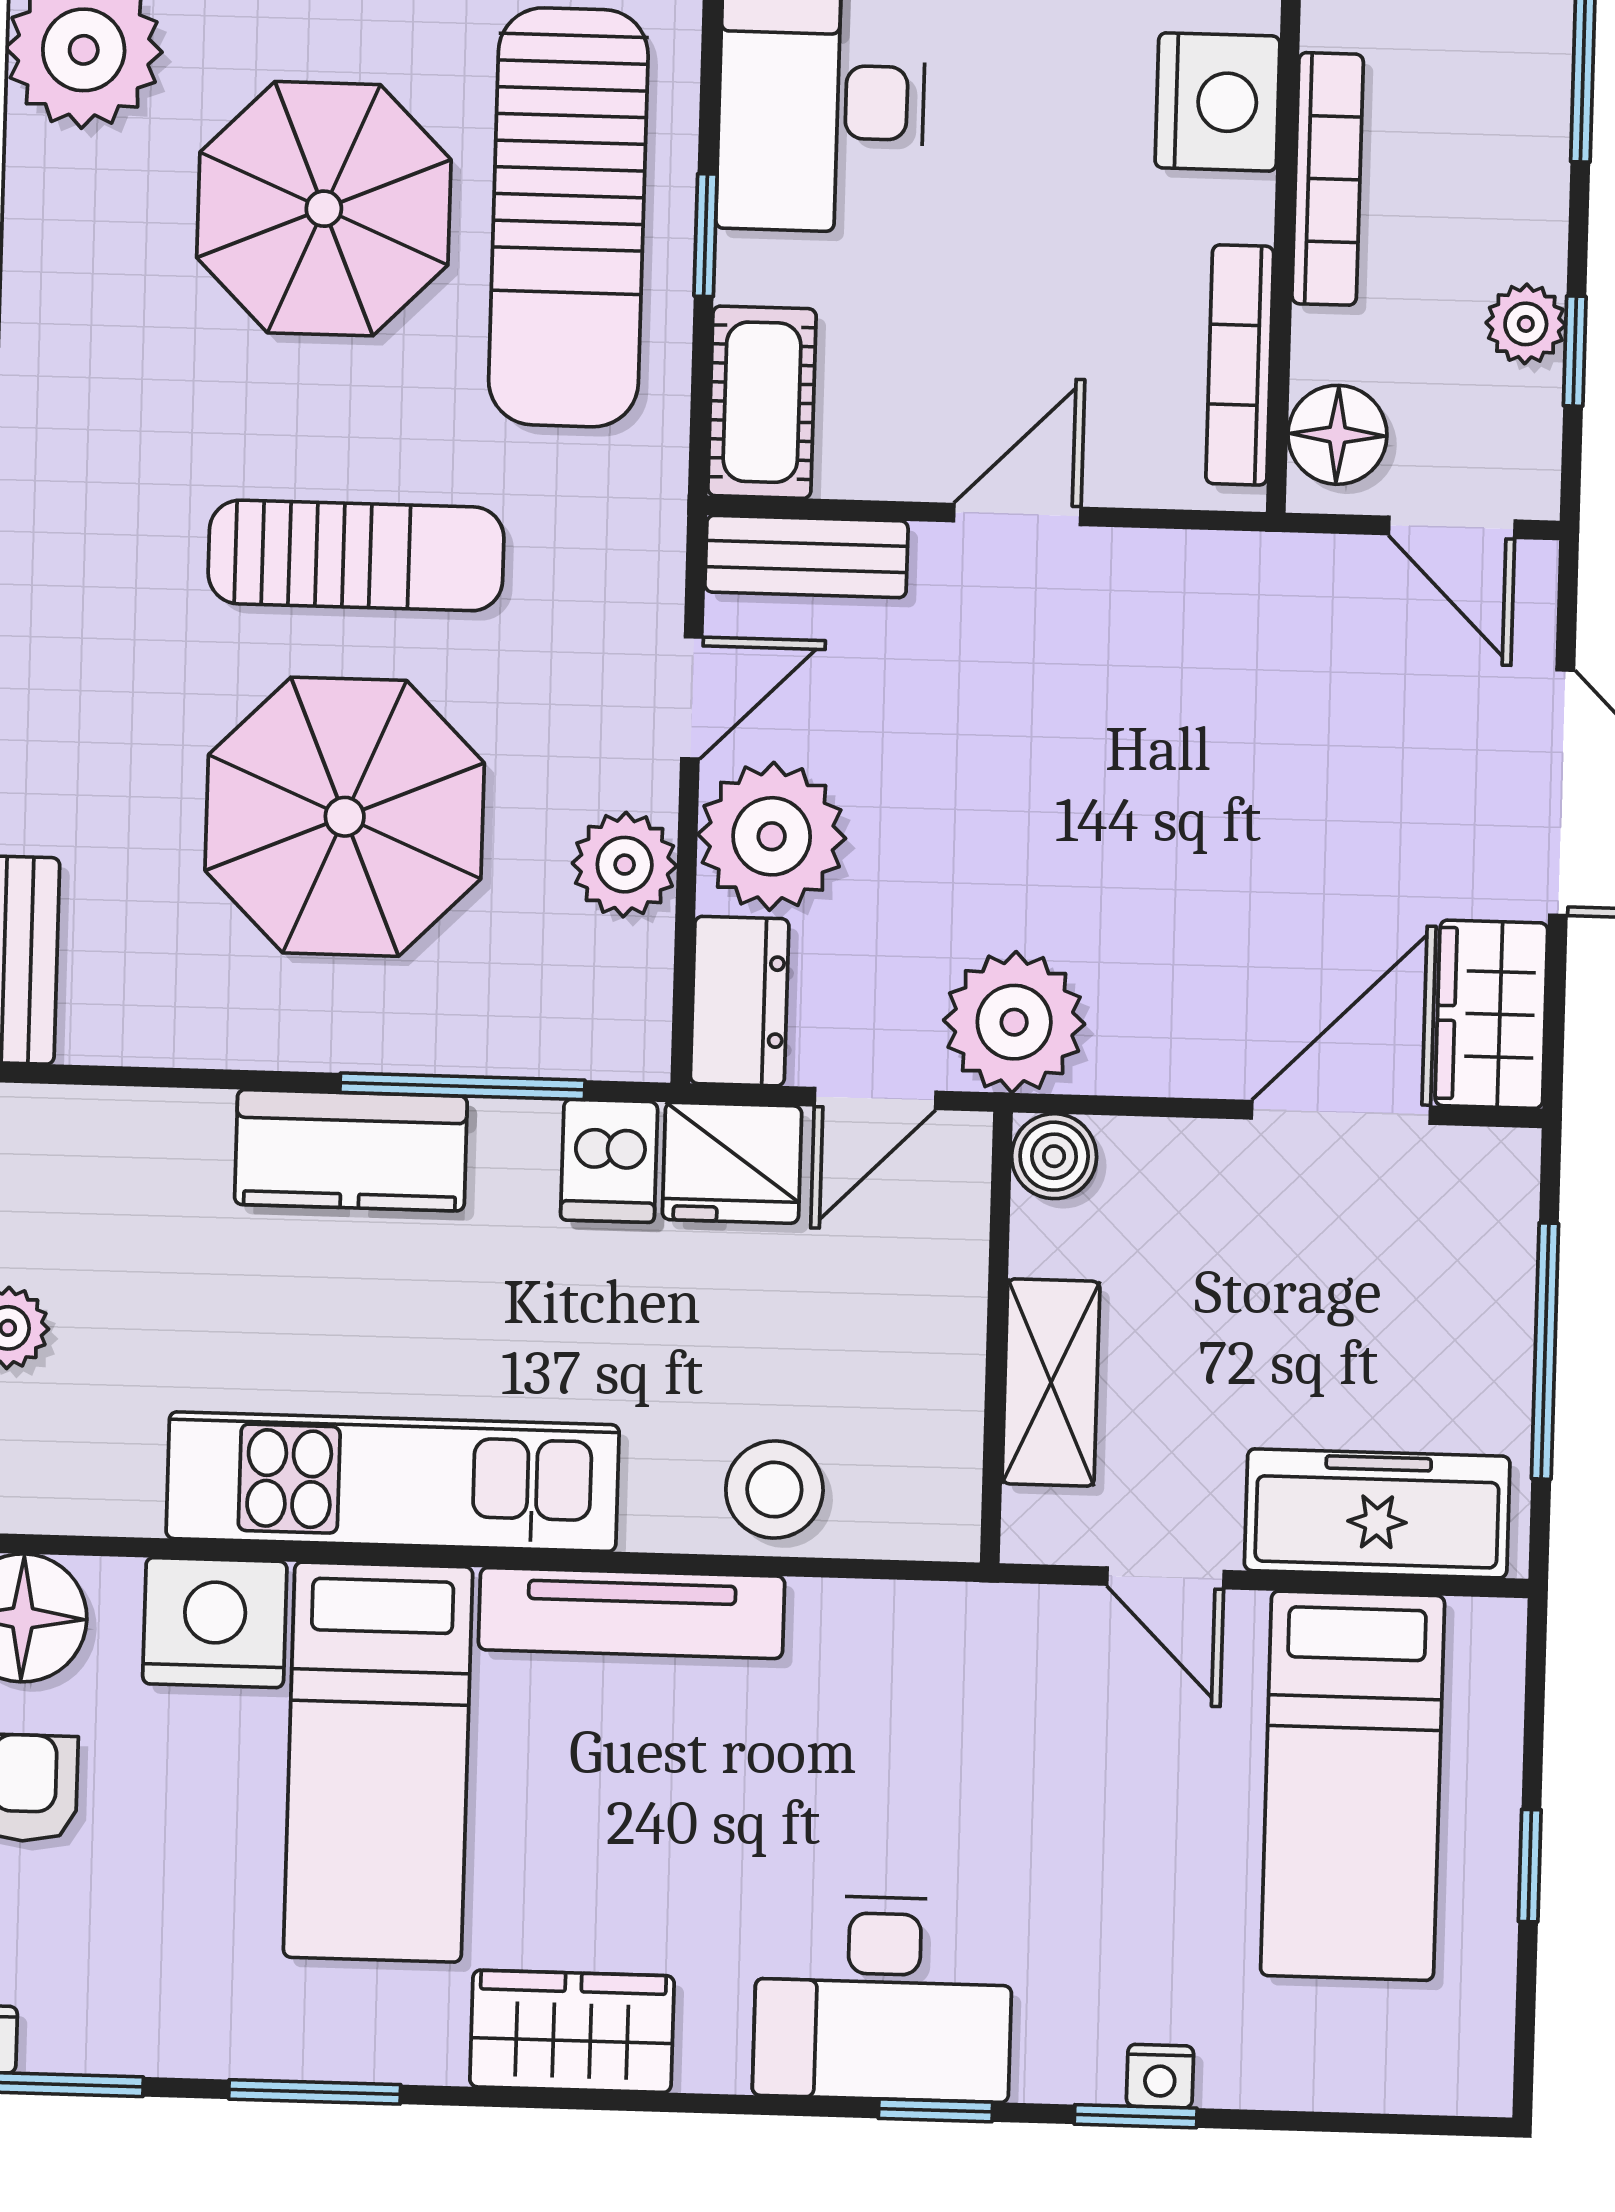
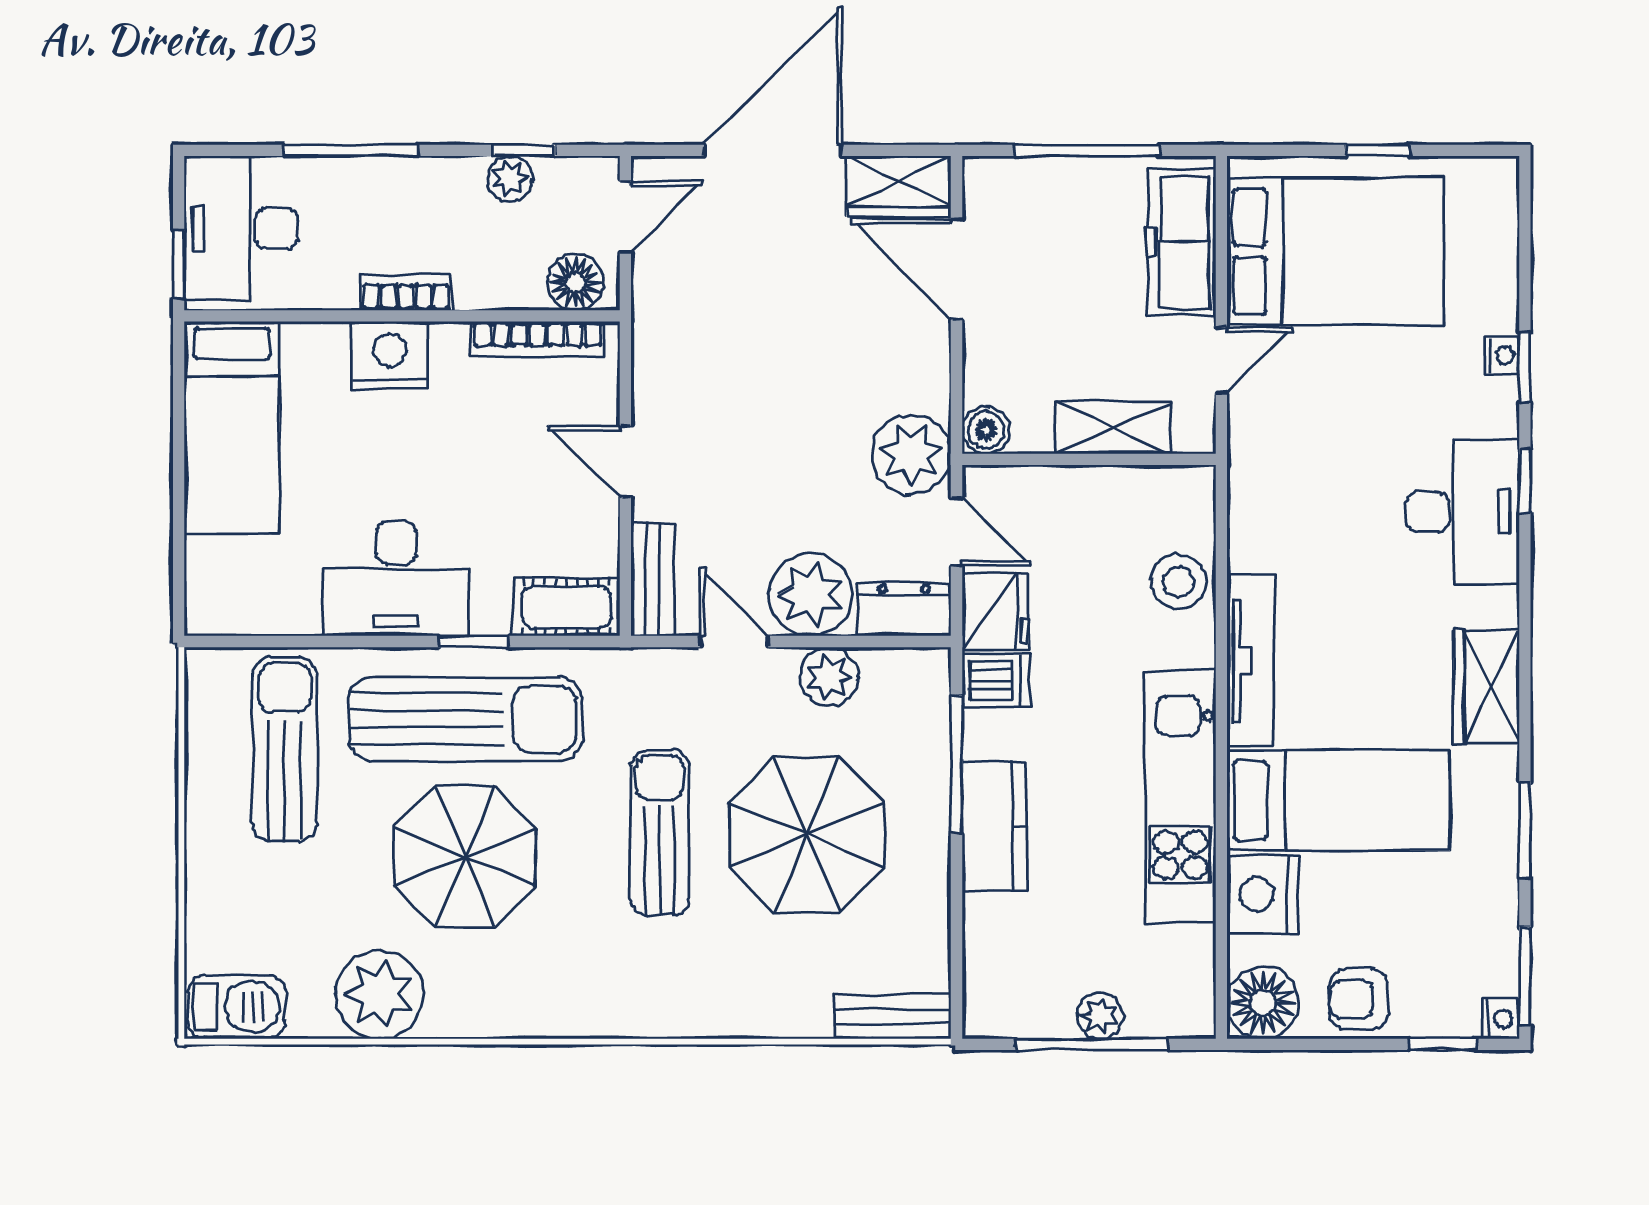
bookcase: (1328, 179) -> (406, 292), width x0.64
bed: (1353, 1786) -> (1335, 251), width x1.50

